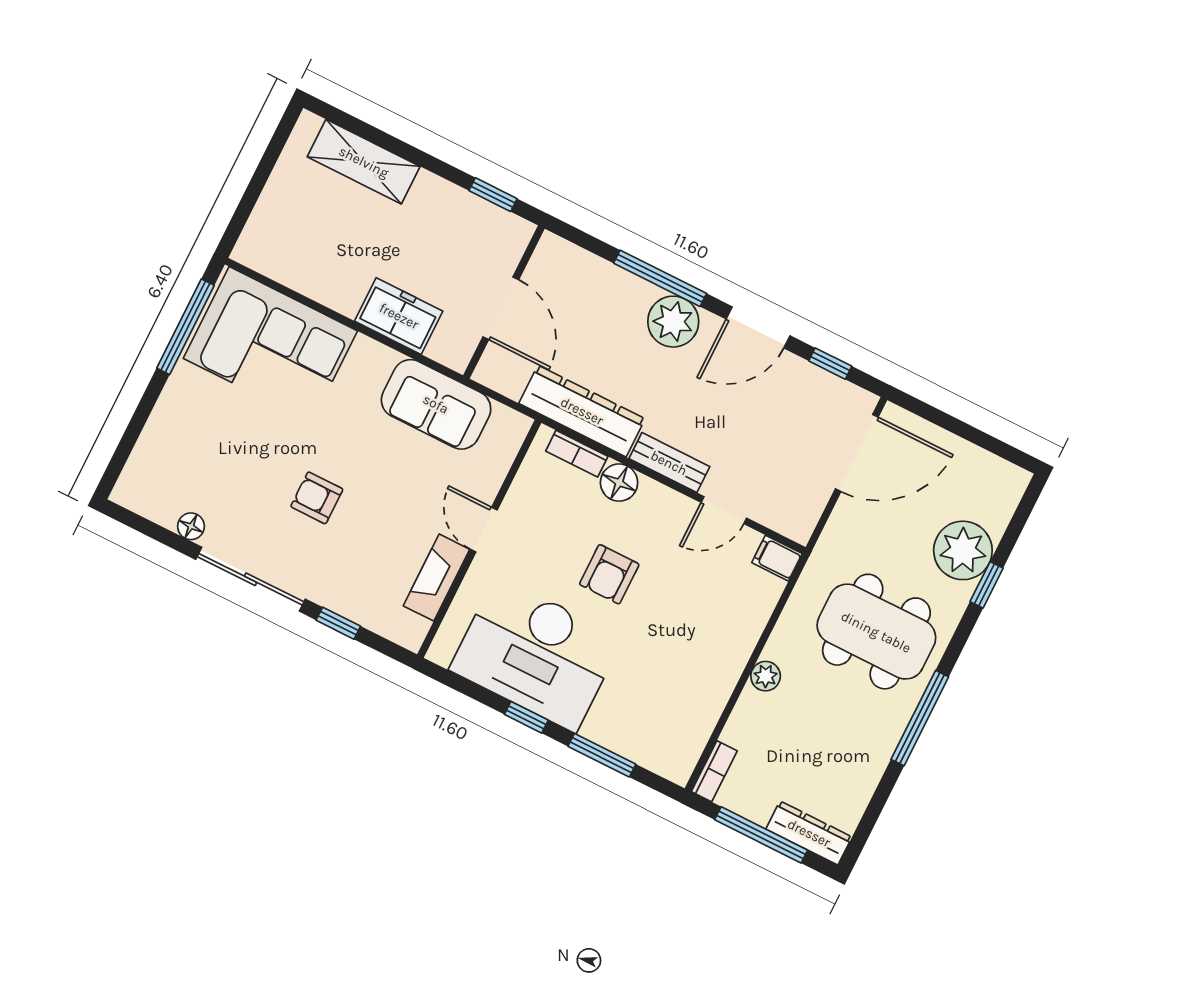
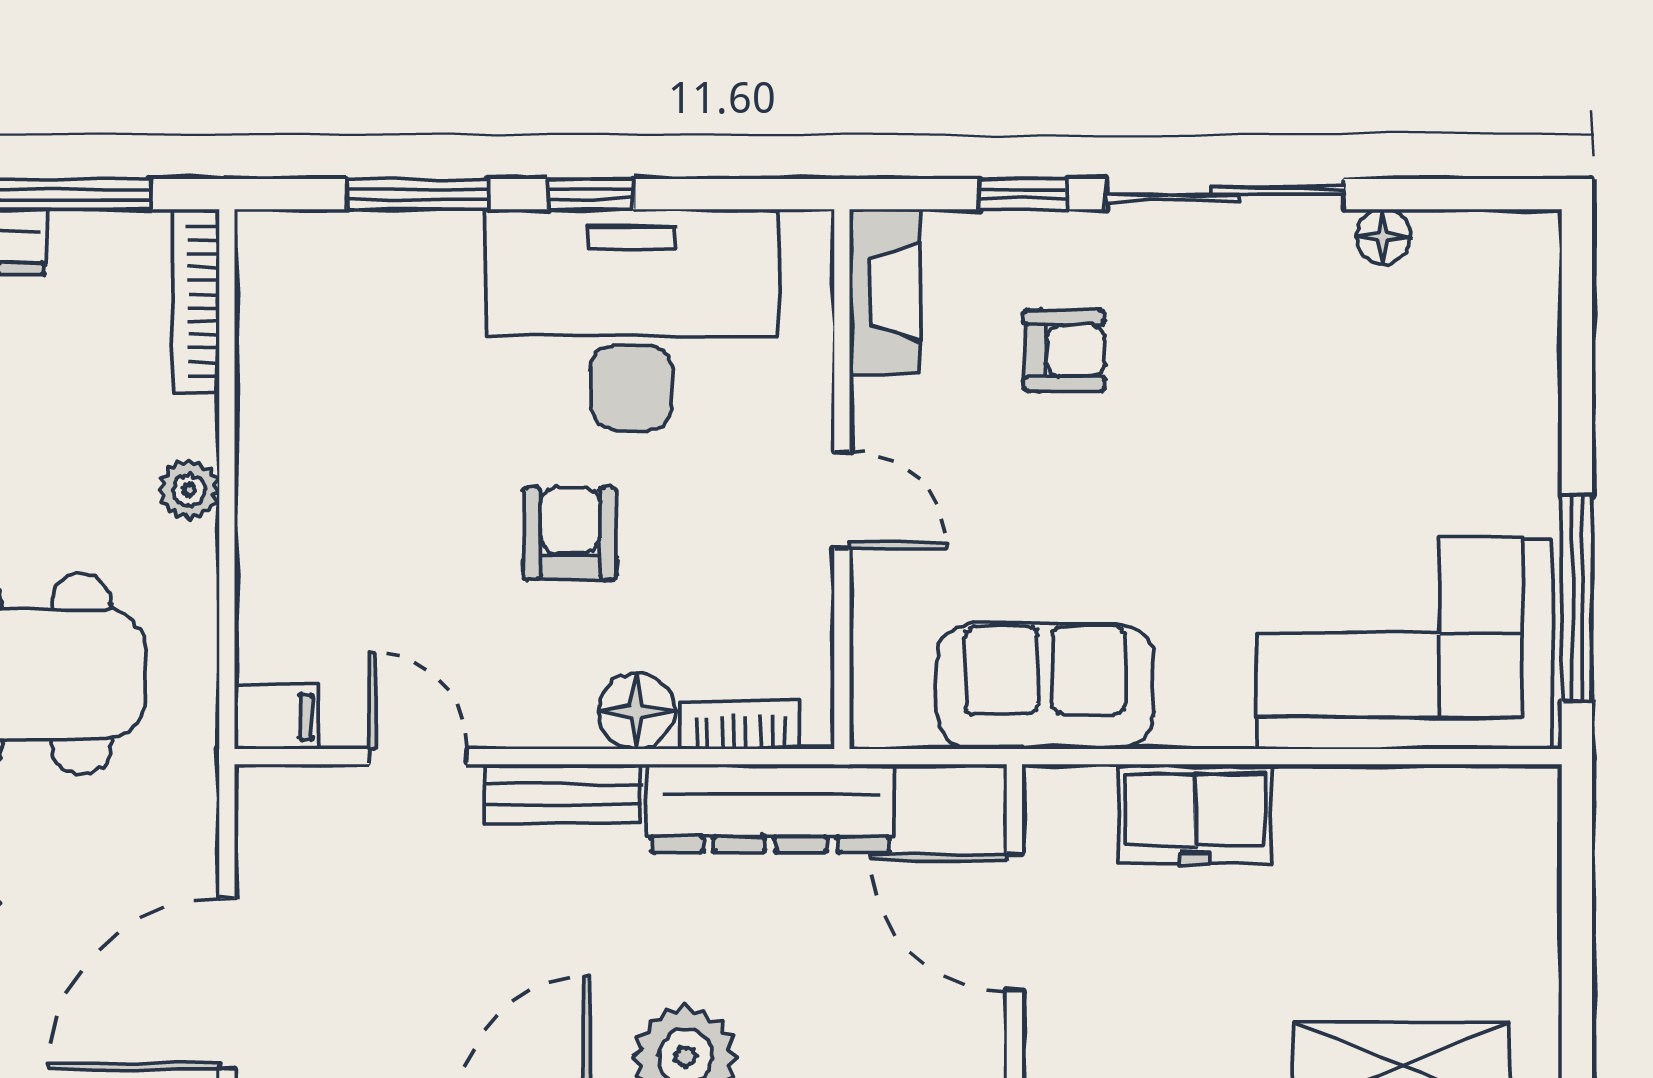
armchair: (317, 498) -> (1064, 350), moved
door: (724, 510) -> (418, 757), hinge flipped
fireplace: (436, 578) -> (885, 292), moved
bookcase: (714, 771) -> (196, 301), width x1.56

